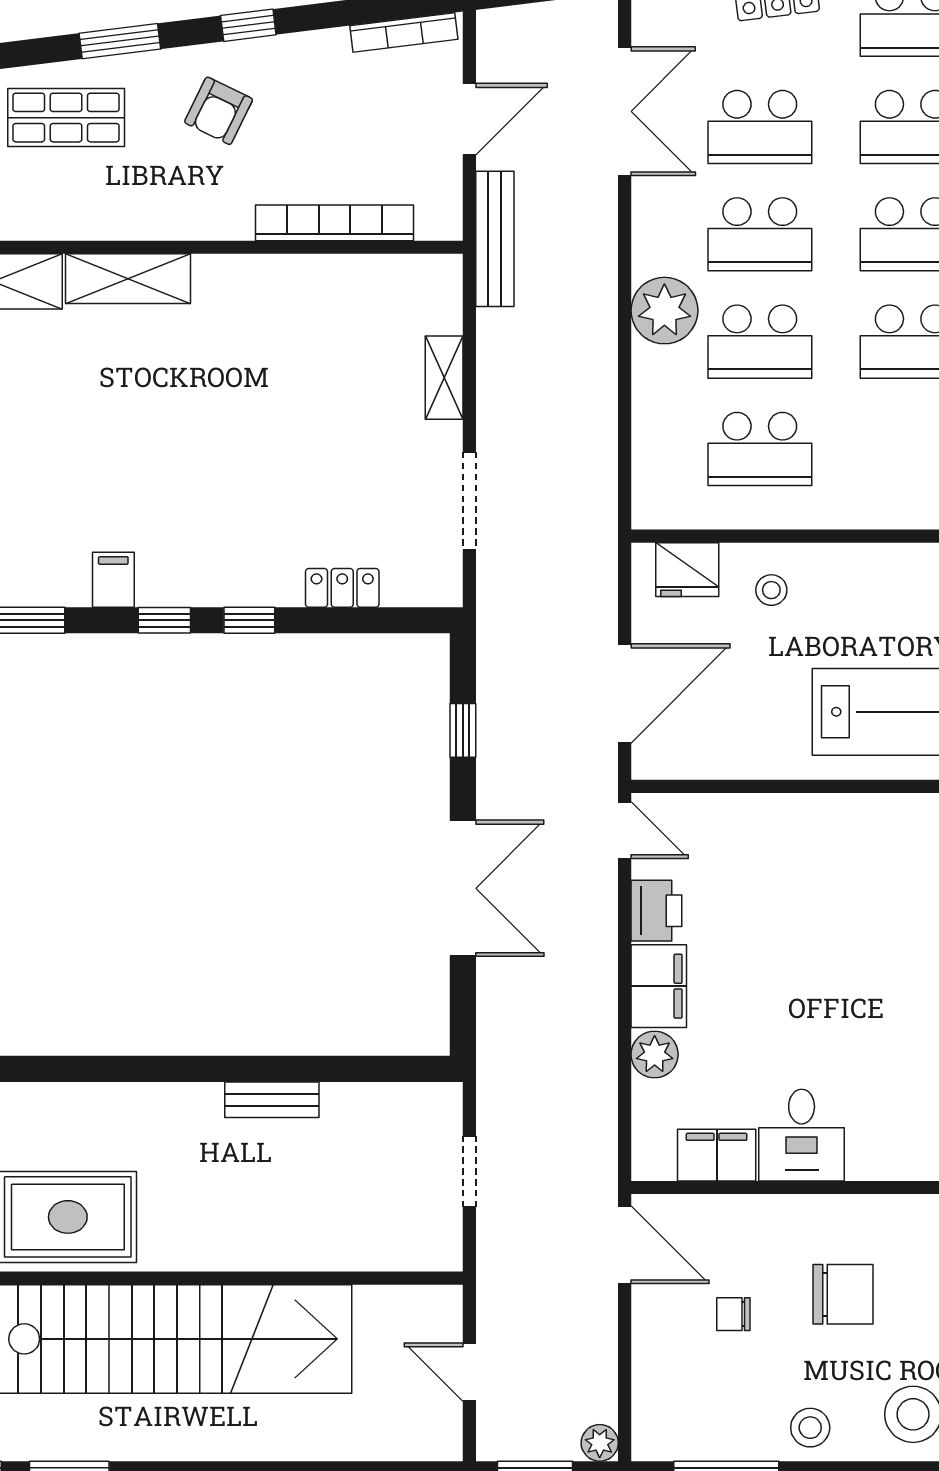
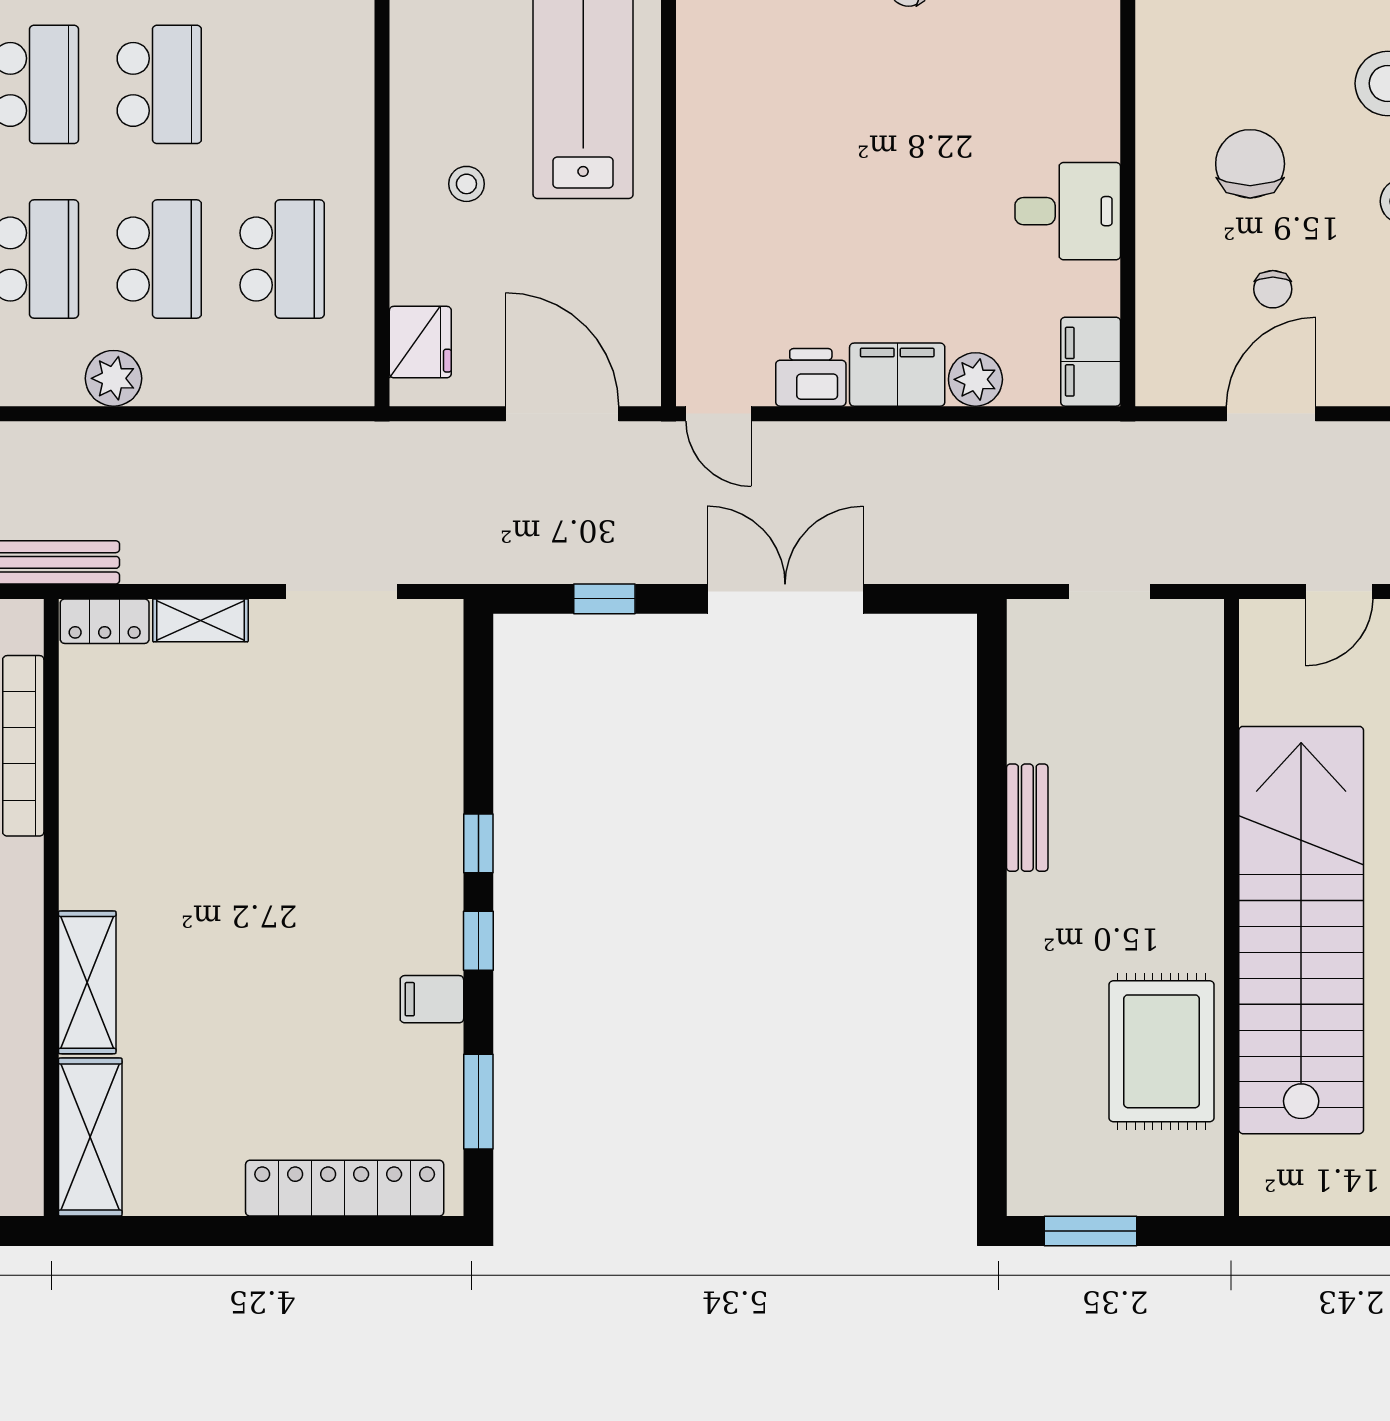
plant: (664, 311) -> (114, 378), width x0.73, depth x0.73
locker: (342, 588) -> (105, 621), moved, turned -90
stool: (771, 590) -> (466, 184), moved
door: (625, 830) -> (719, 414), swing flipped
filing cabinet: (717, 1155) -> (1091, 362), moved
door: (625, 1245) -> (1271, 414), moved

